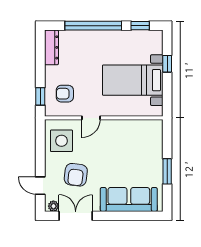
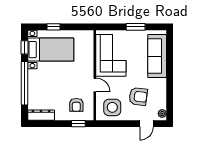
bed with nightstands: (133, 80) -> (51, 50), moved, turned -90
corner sofa: (130, 139) -> (111, 55), added
double door: (76, 216) -> (170, 97), removed

